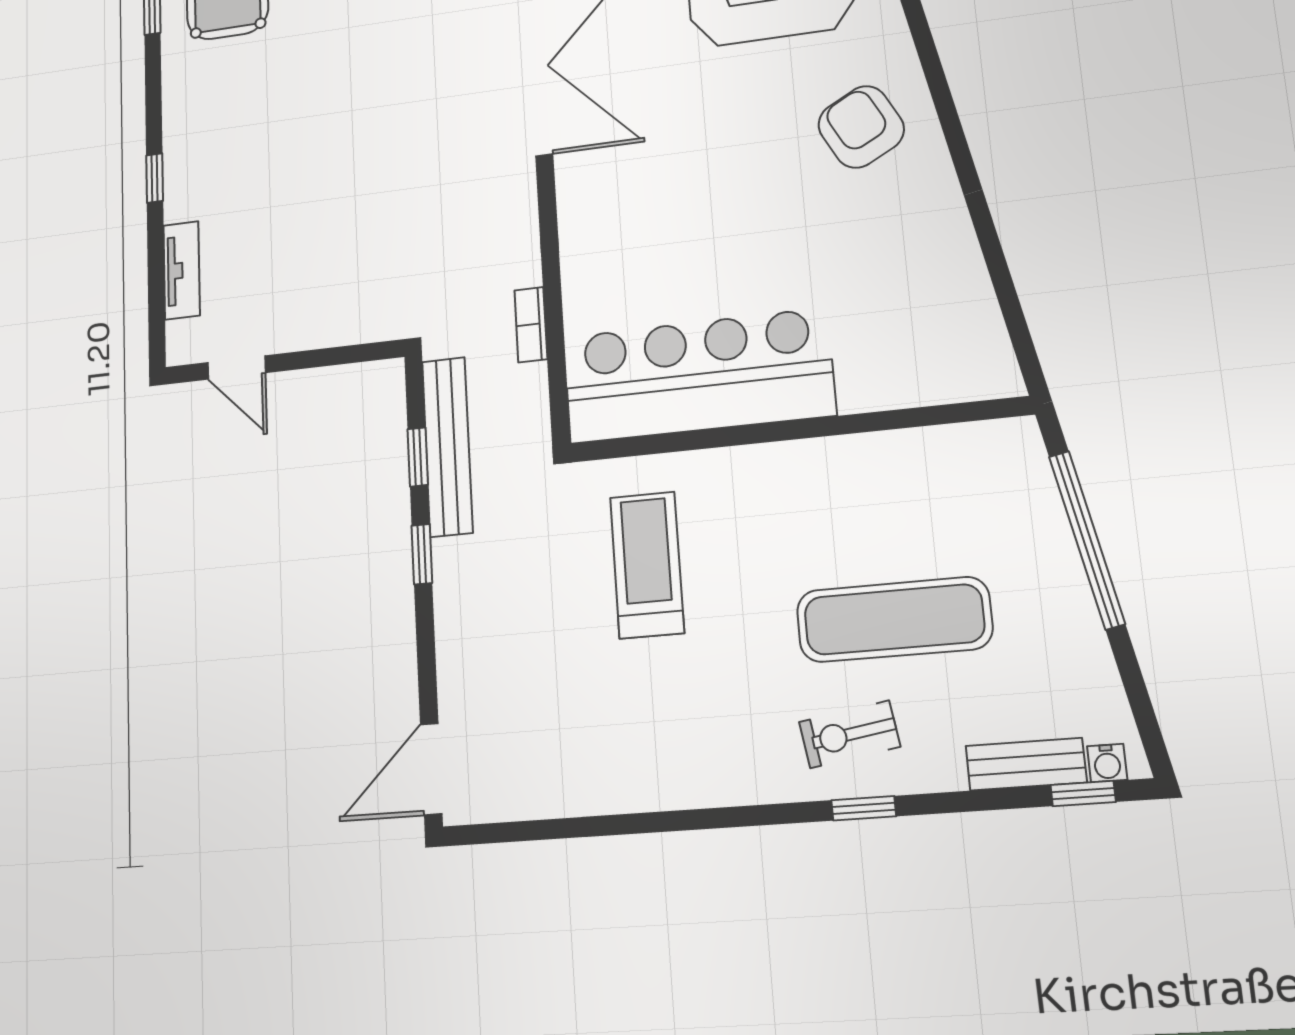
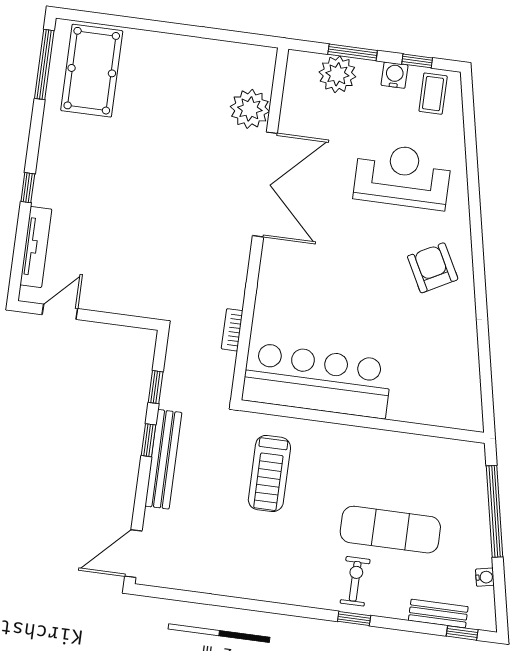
tv unit: (182, 270) -> (36, 247), width x1.41
door: (236, 368) -> (60, 312), swing flipped
bench: (447, 447) -> (163, 459), moved
treadmill: (647, 565) -> (269, 474), turned 180
exercise bike: (850, 734) -> (355, 581), turned 99
water cooler: (1107, 763) -> (485, 577), moved, turned -101

